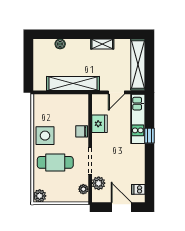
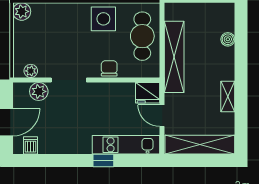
fridge: (99, 124) -> (148, 93), moved
cafe table: (55, 162) -> (142, 36), moved

